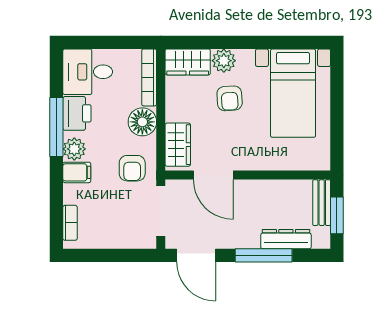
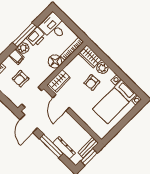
armchair: (132, 168) -> (20, 79), moved

